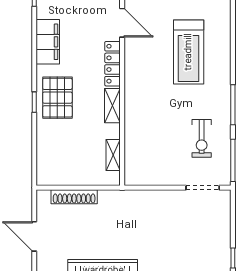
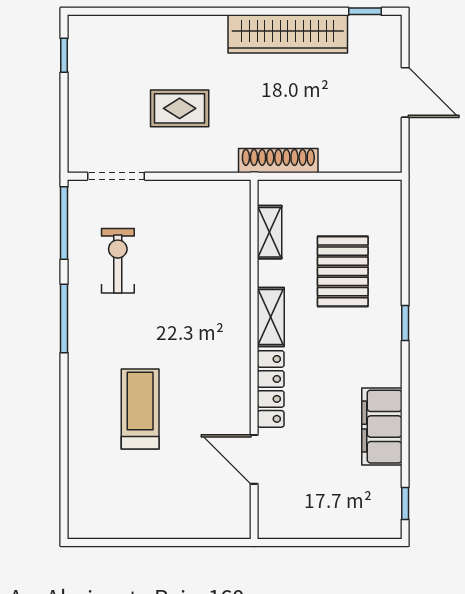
treadmill: (189, 52) -> (140, 409), width x0.73, depth x0.73
pallet: (57, 98) -> (343, 271), moved
shoe rack: (74, 197) -> (278, 161), moved
rug: (166, 227) -> (180, 108), added

